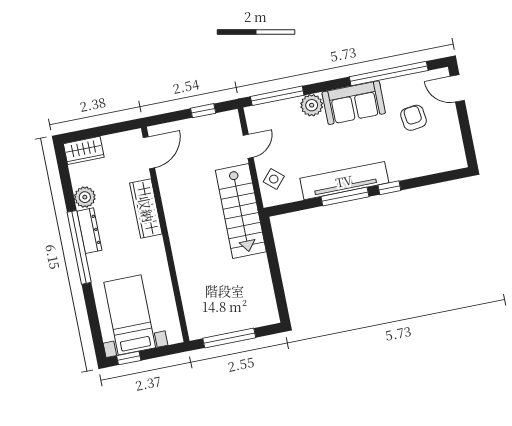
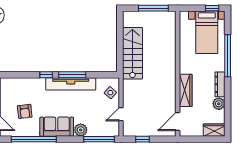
stairs: (241, 211) -> (132, 53), moved
window: (79, 247) -> (228, 56), moved

